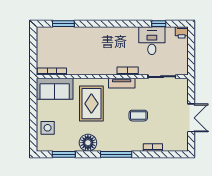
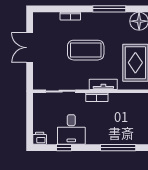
window: (108, 24) -> (118, 148), added
coffee table: (138, 116) -> (86, 50), width x1.86, depth x1.72

